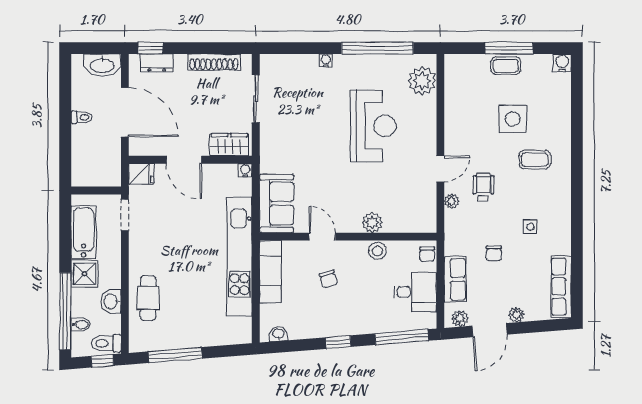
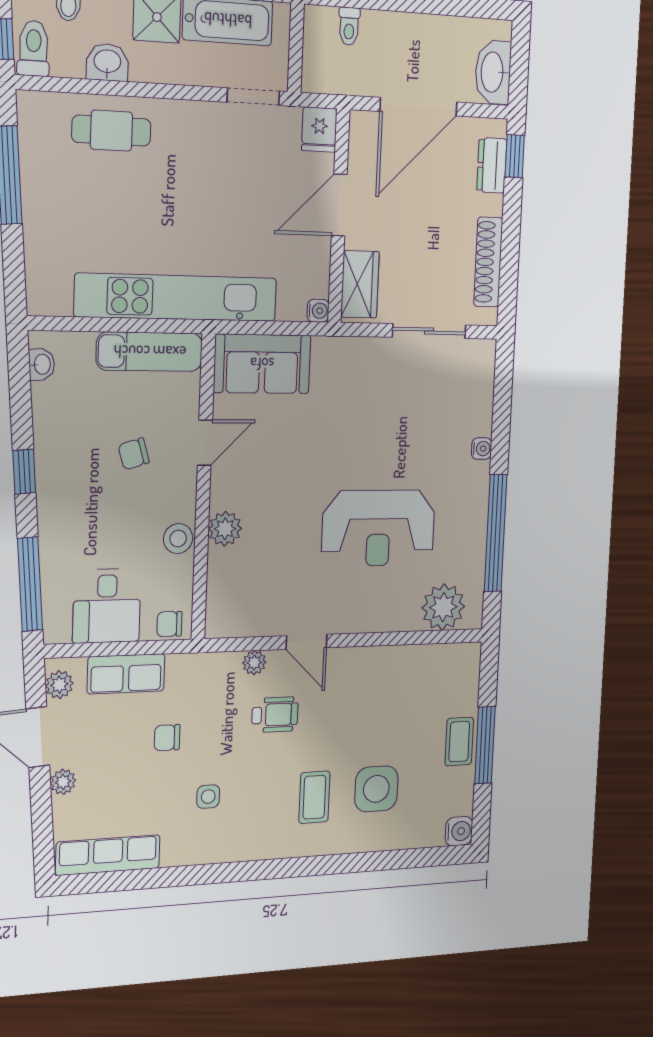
toilet: (82, 117) -> (349, 26), moved
side table: (513, 119) -> (376, 789), moved

